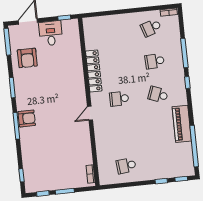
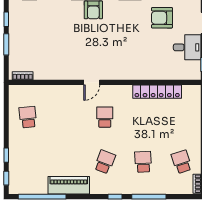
locker: (94, 71) -> (157, 92), moved
door: (90, 113) -> (92, 82), swing flipped

